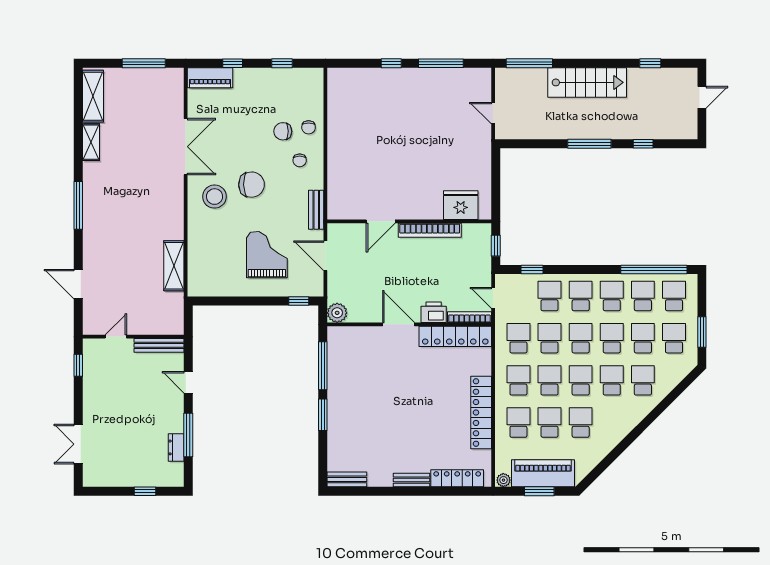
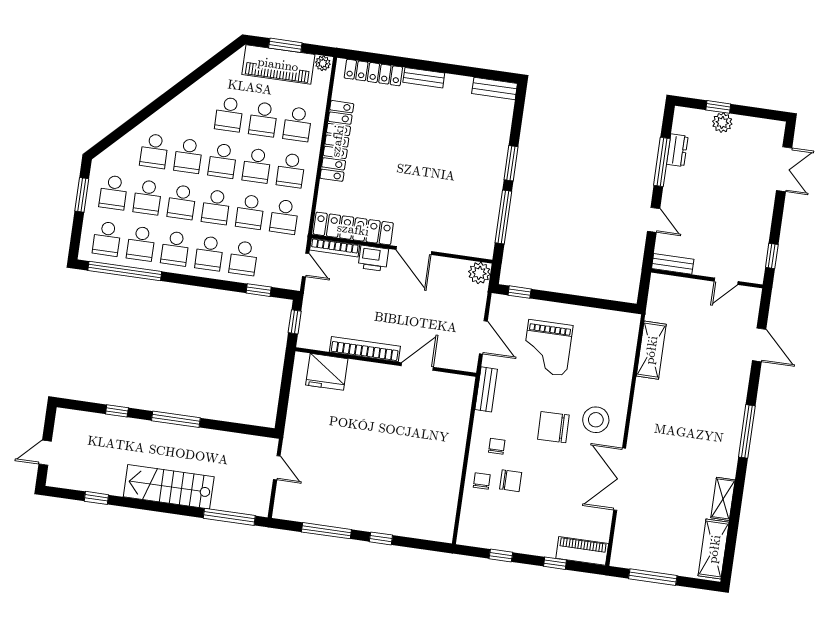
bench: (159, 345) -> (673, 264), width x0.73
plant: (139, 478) -> (722, 123), added

